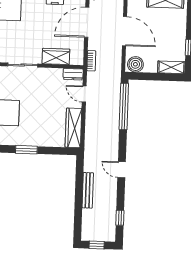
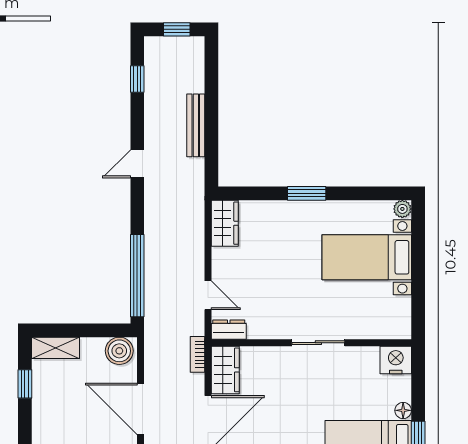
wardrobe: (56, 56) -> (225, 370), moved, turned -90
wardrobe: (73, 128) -> (225, 223), width x0.67
door: (122, 170) -> (137, 164), swing flipped

